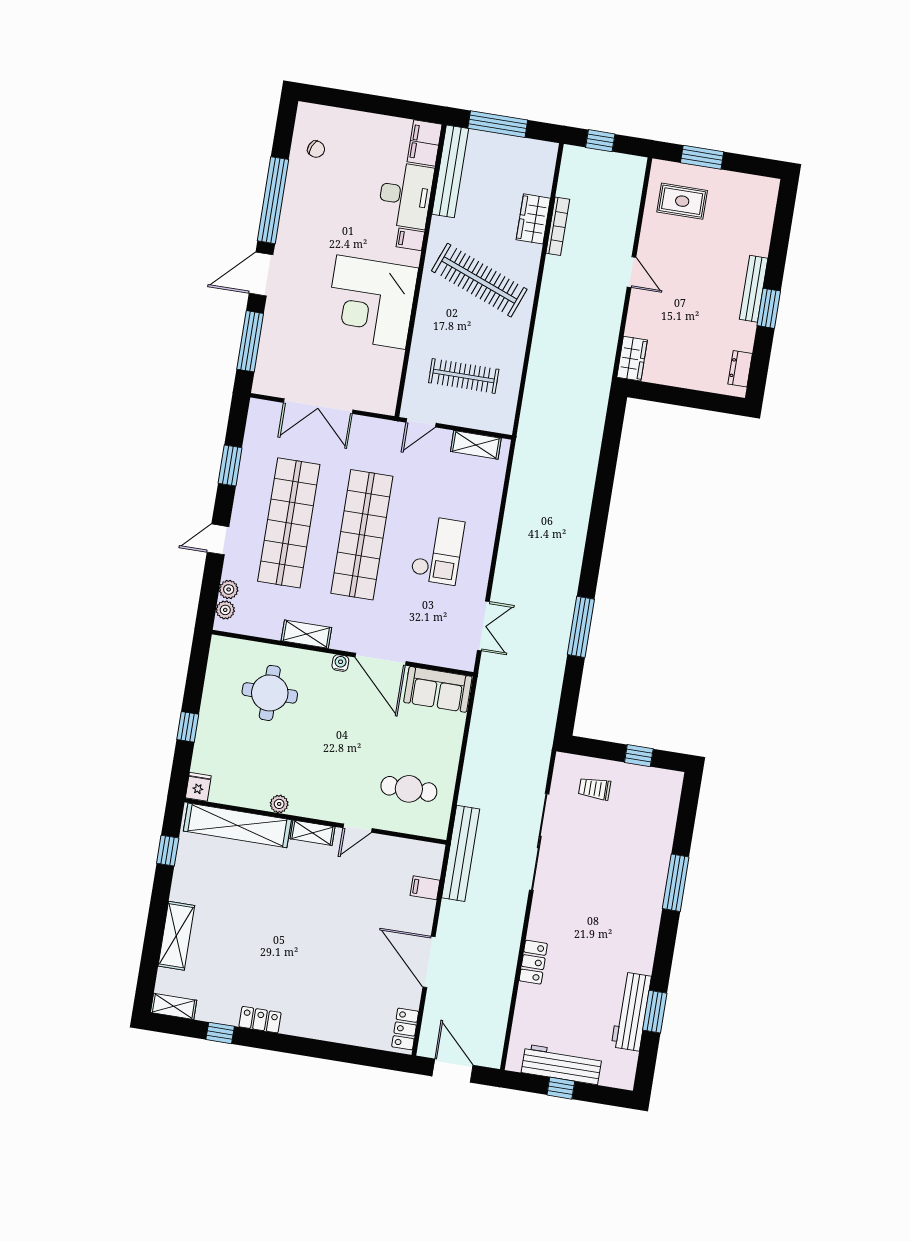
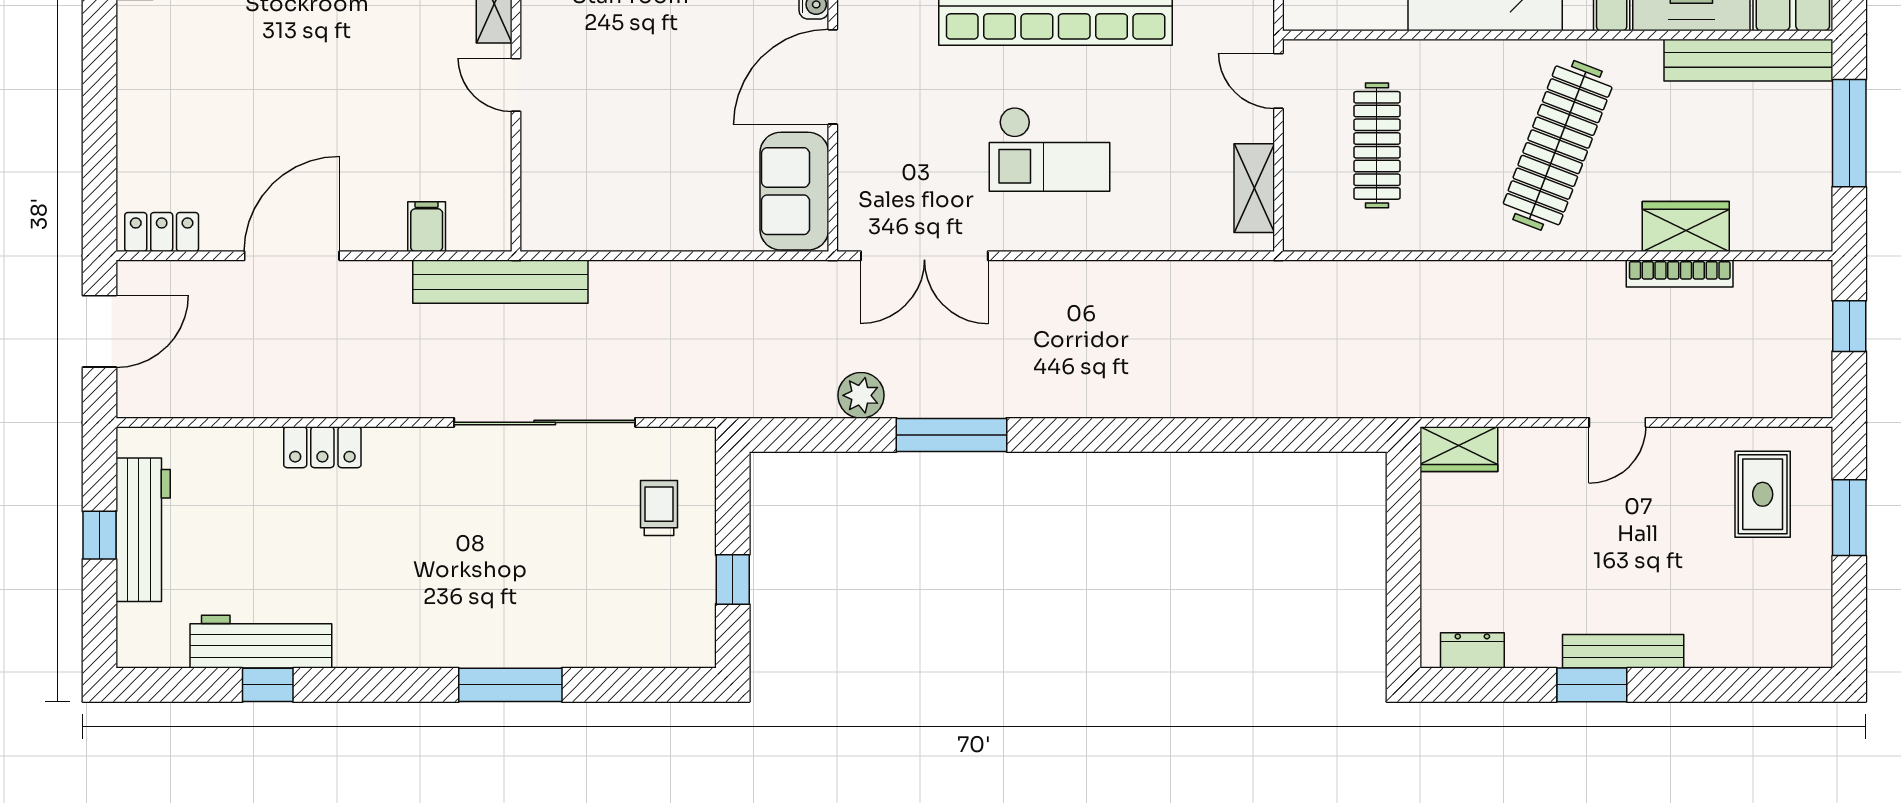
double door: (483, 626) -> (924, 256), width x1.37
plant: (552, 672) -> (861, 395), added
cafe table: (409, 789) -> (603, 168), removed
window: (655, 1012) -> (268, 685), width x0.67

